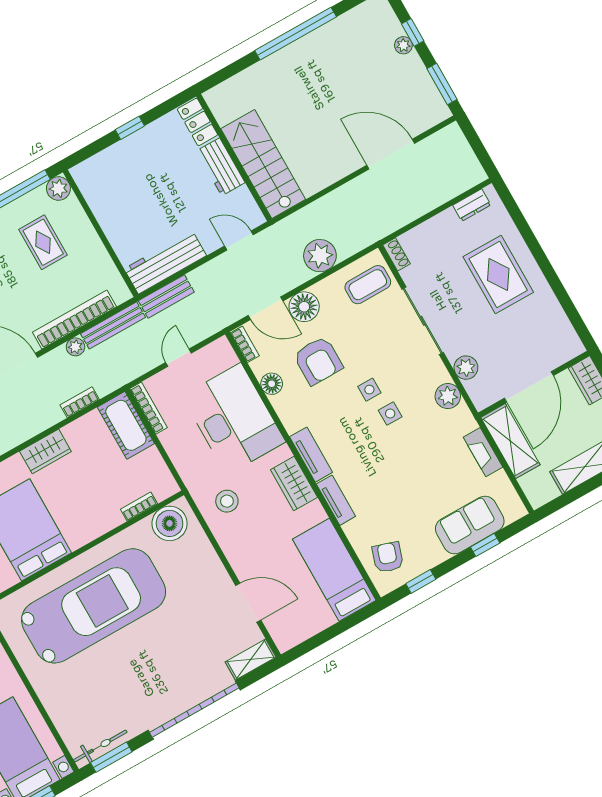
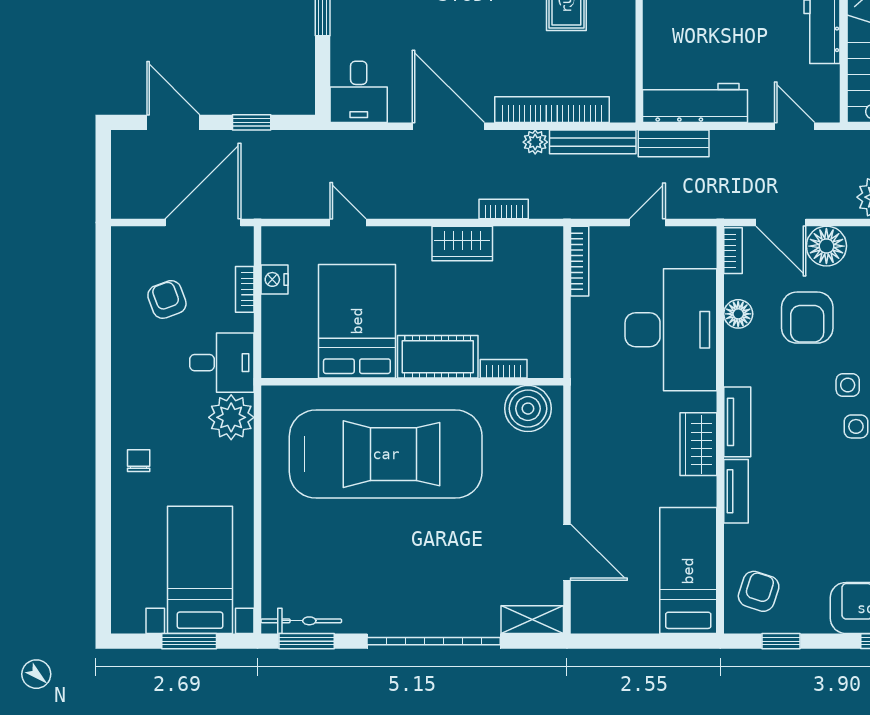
cot: (126, 425) -> (438, 357), moved, turned 90
wardrobe: (45, 451) -> (462, 243), moved
stool: (227, 501) -> (609, 420), removed

